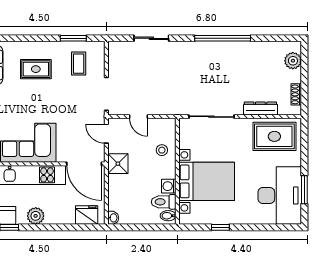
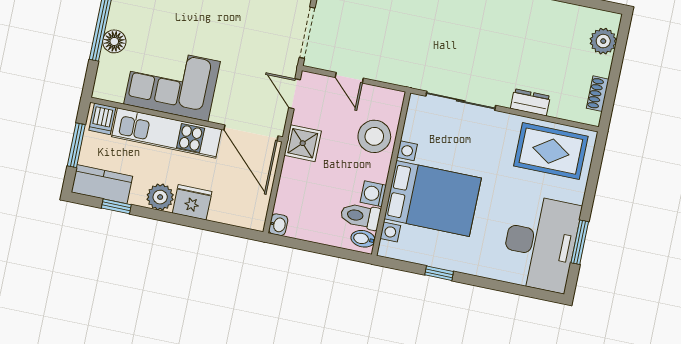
dresser: (260, 109) -> (530, 102), width x0.70
stool: (162, 150) -> (374, 136), width x1.89, depth x1.89
fridge: (87, 215) -> (192, 202), moved

